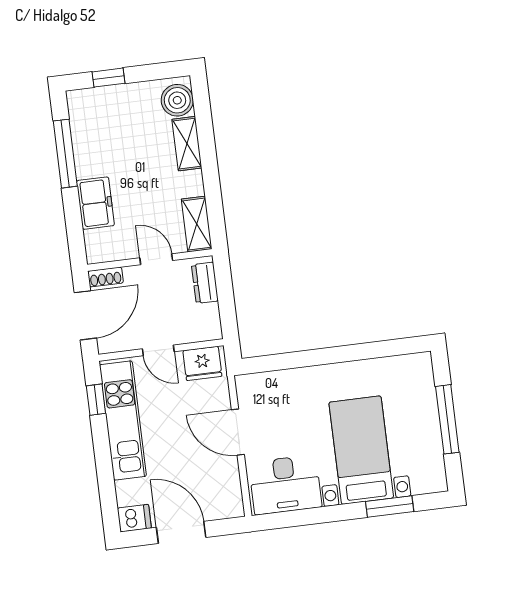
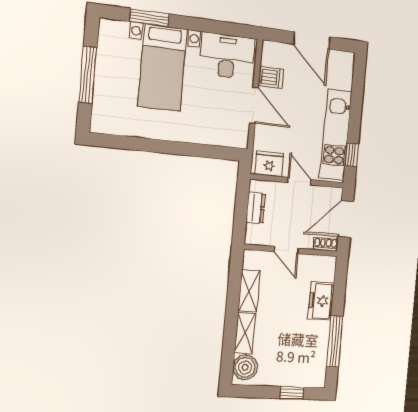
shelving: (197, 224) -> (249, 291), moved
dresser: (205, 283) -> (256, 208), moved
dishwasher: (134, 518) -> (271, 77), moved, turned 180

